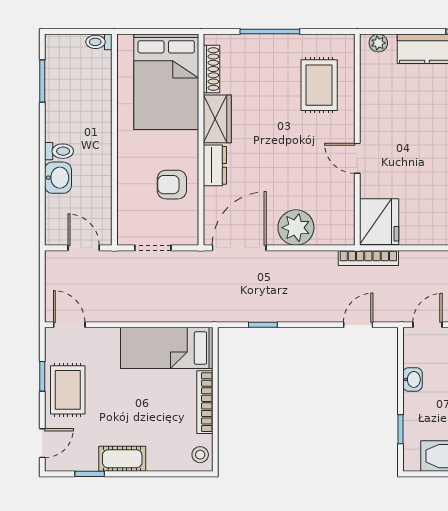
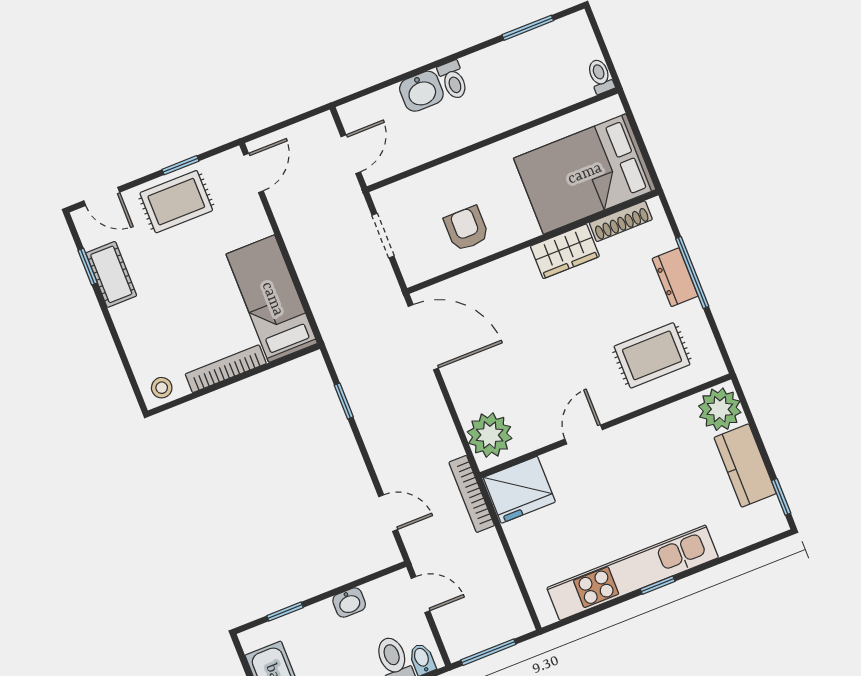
plant: (378, 43) -> (720, 409), width x1.88, depth x1.88
dresser: (215, 165) -> (675, 277), moved, turned 90
plant: (296, 228) -> (490, 435), moved
cot: (122, 459) -> (111, 274), moved

